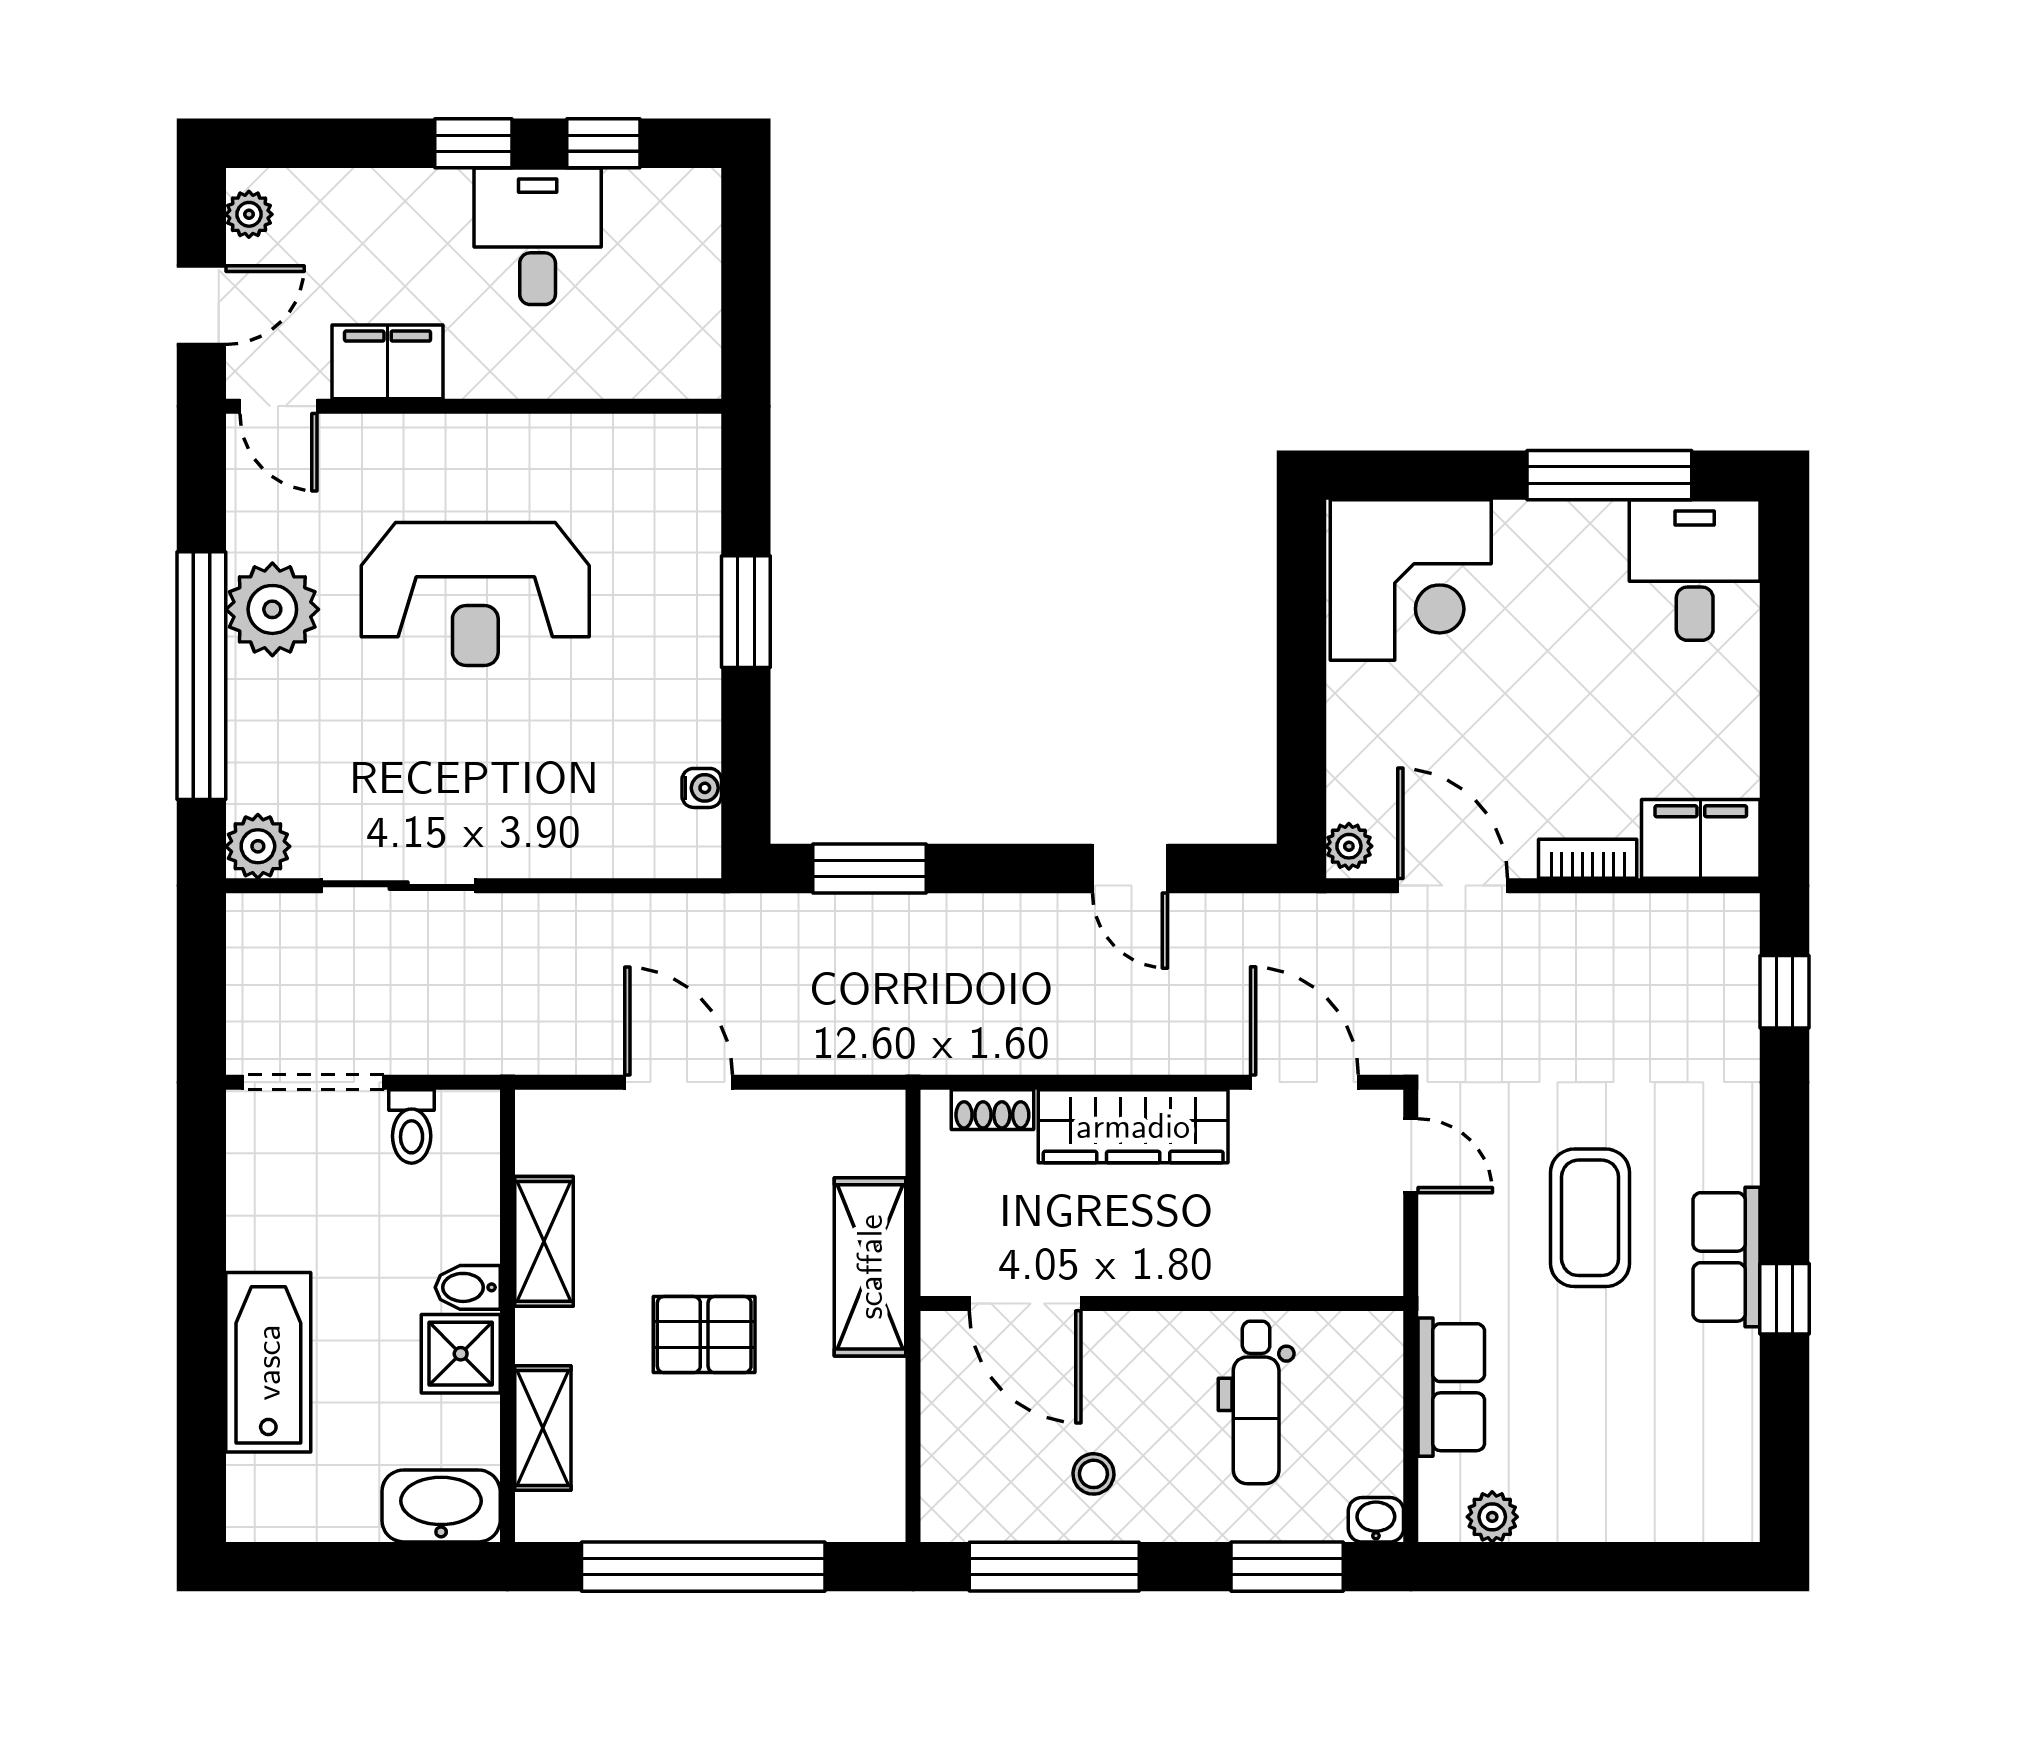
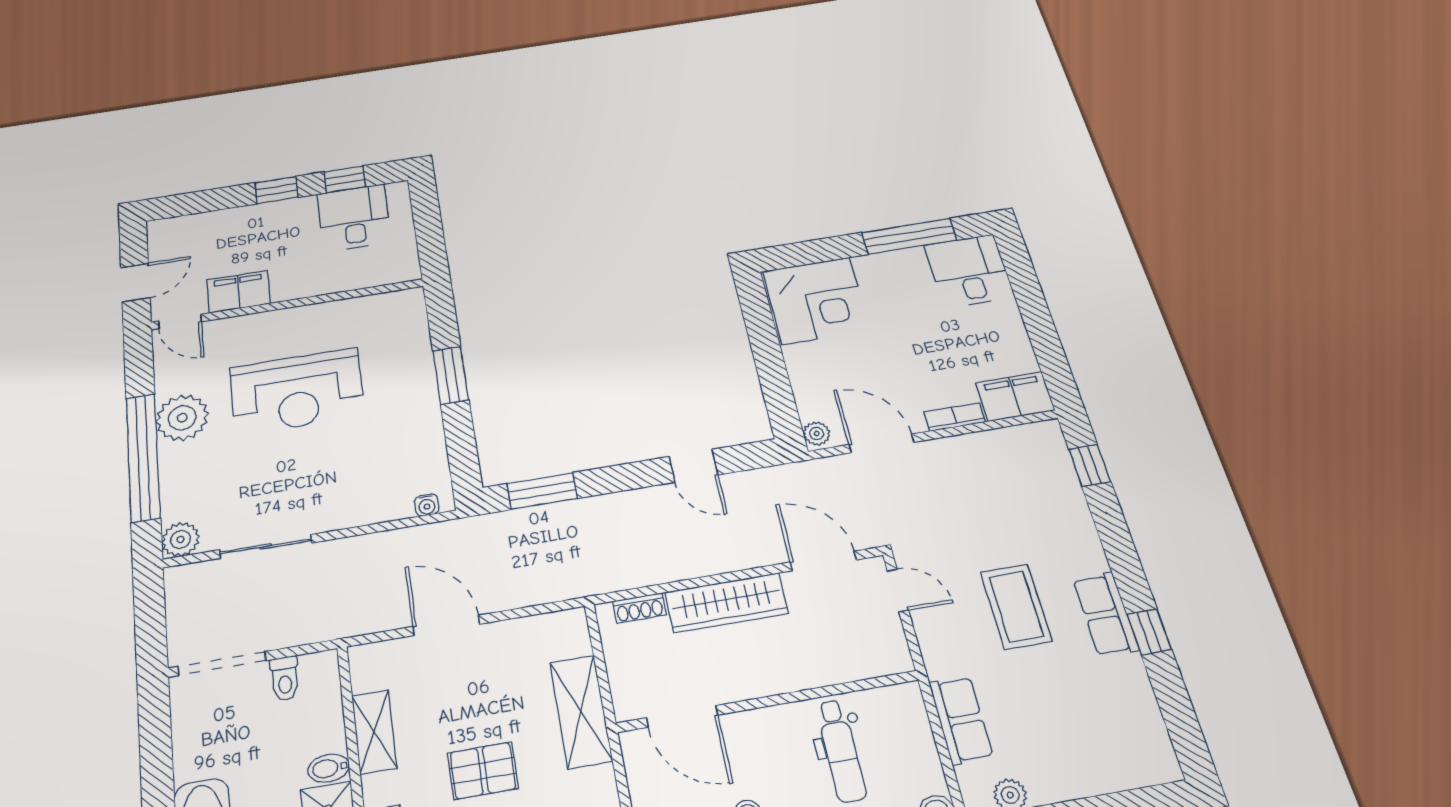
plant: (249, 214) -> (159, 239), removed
desk: (538, 236) -> (354, 218), moved
water cooler: (702, 788) -> (427, 505), moved, turned 90

